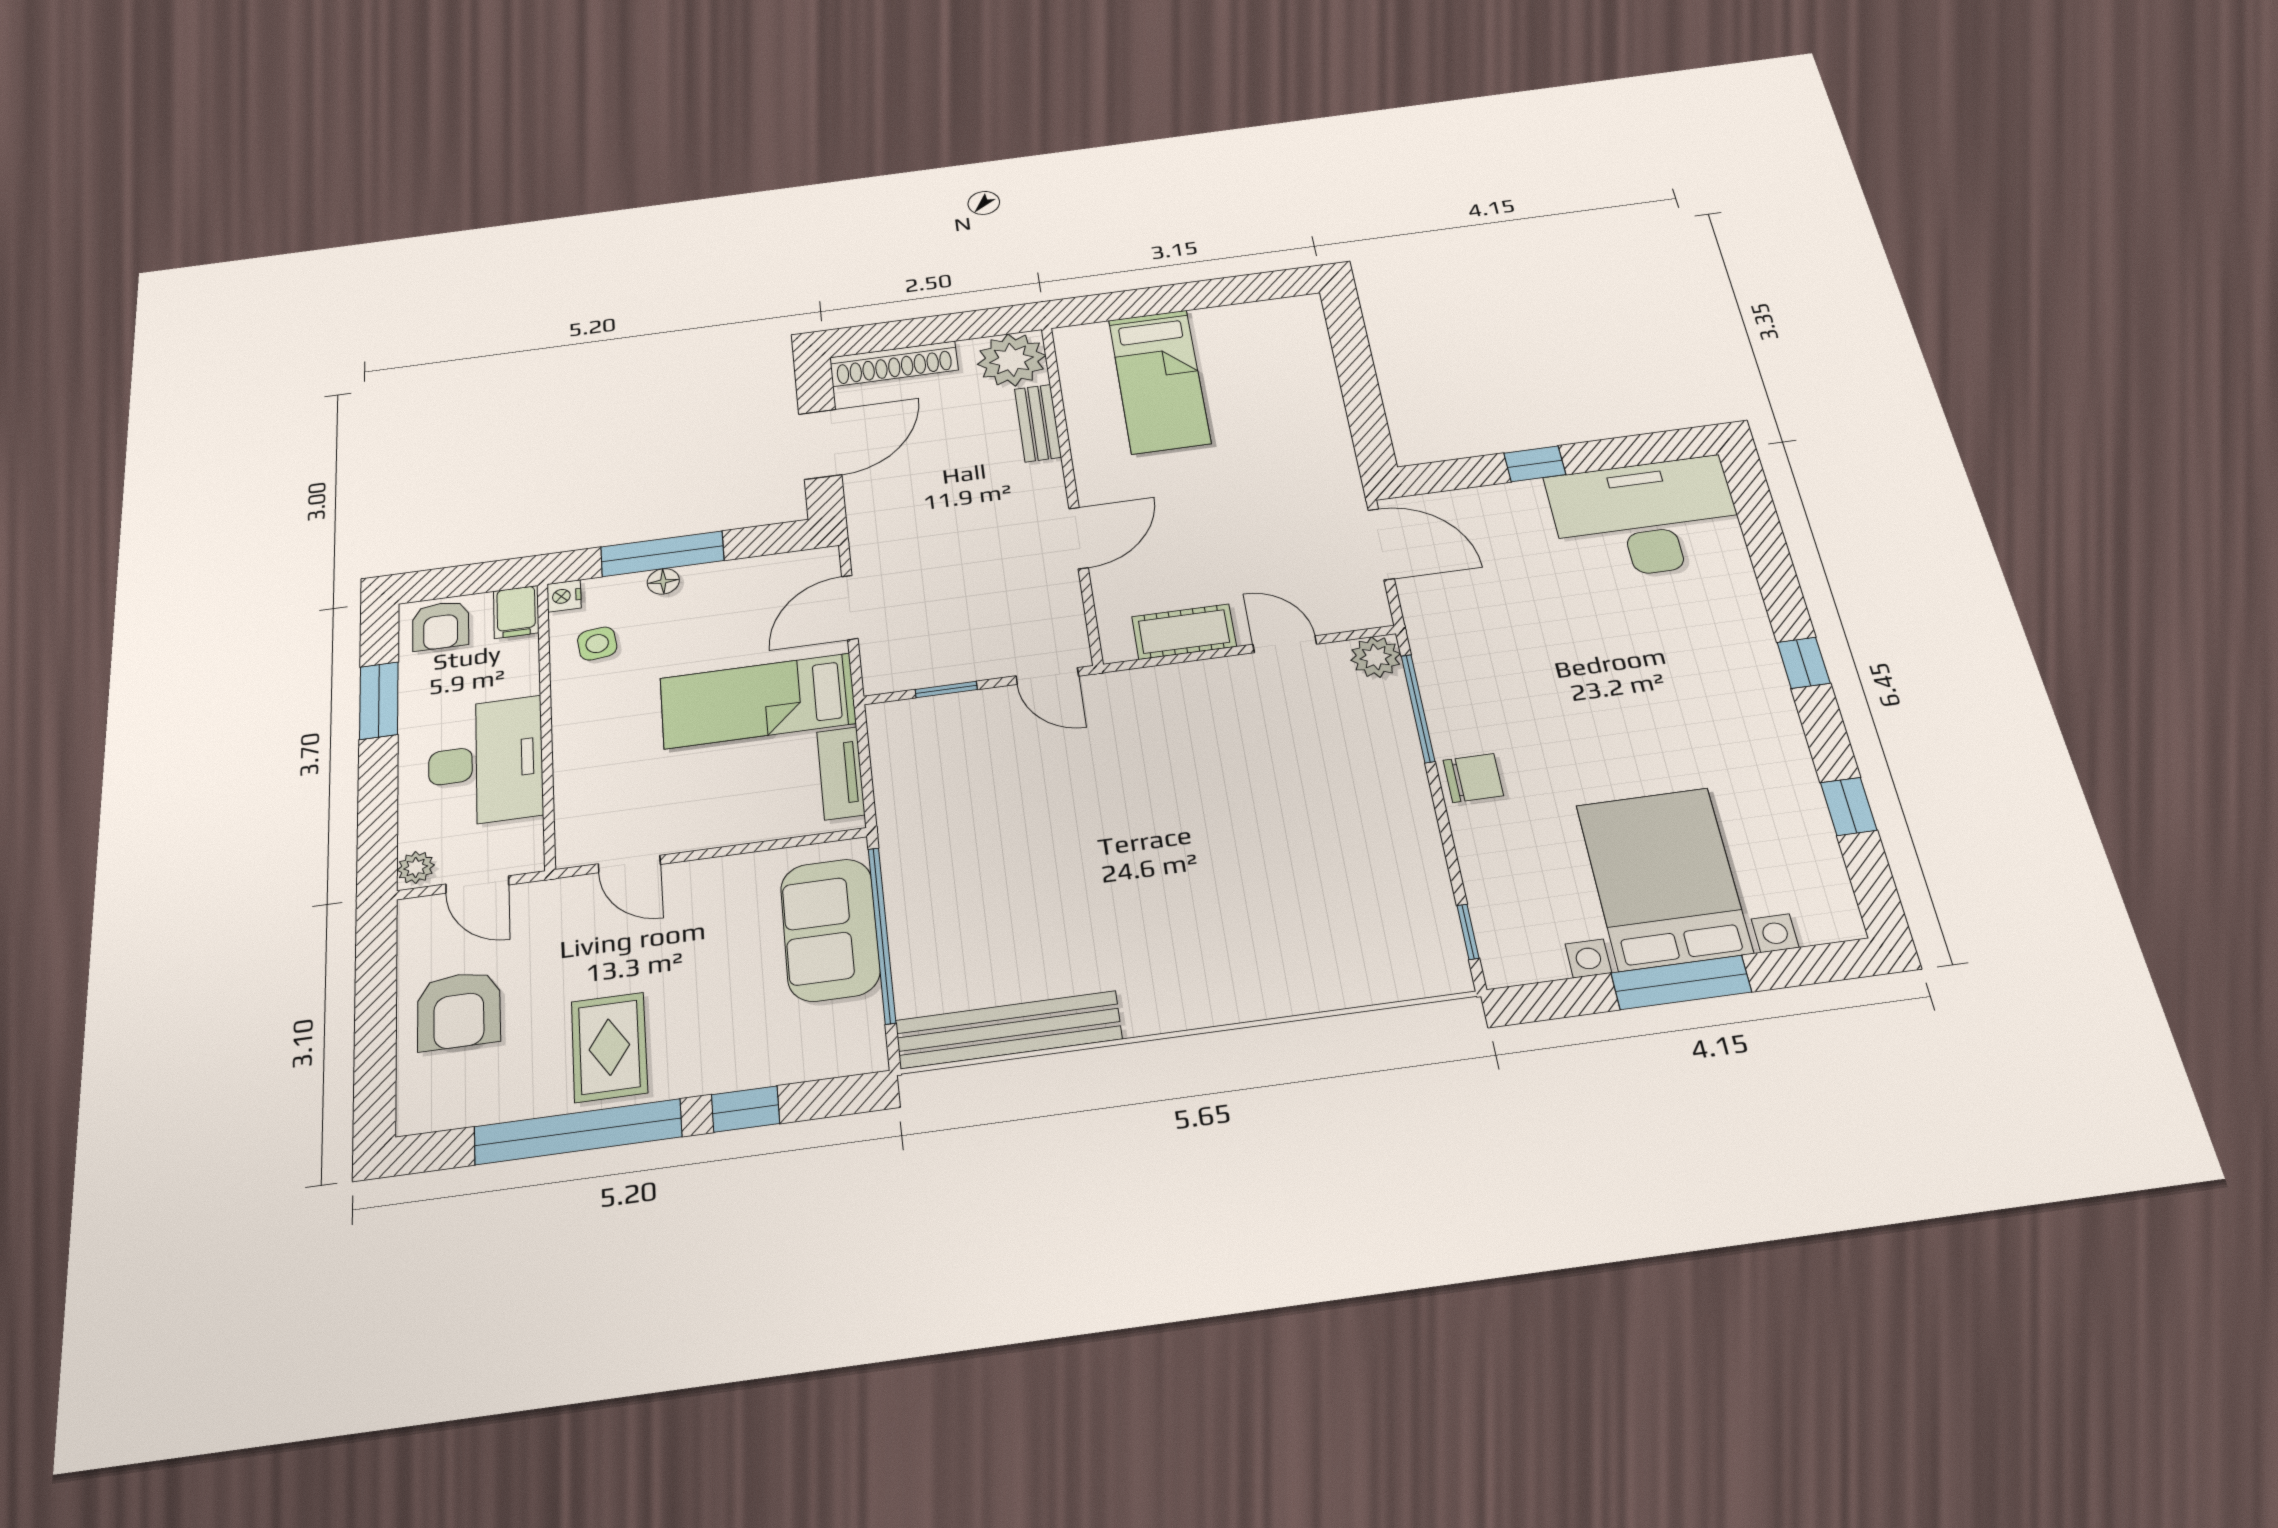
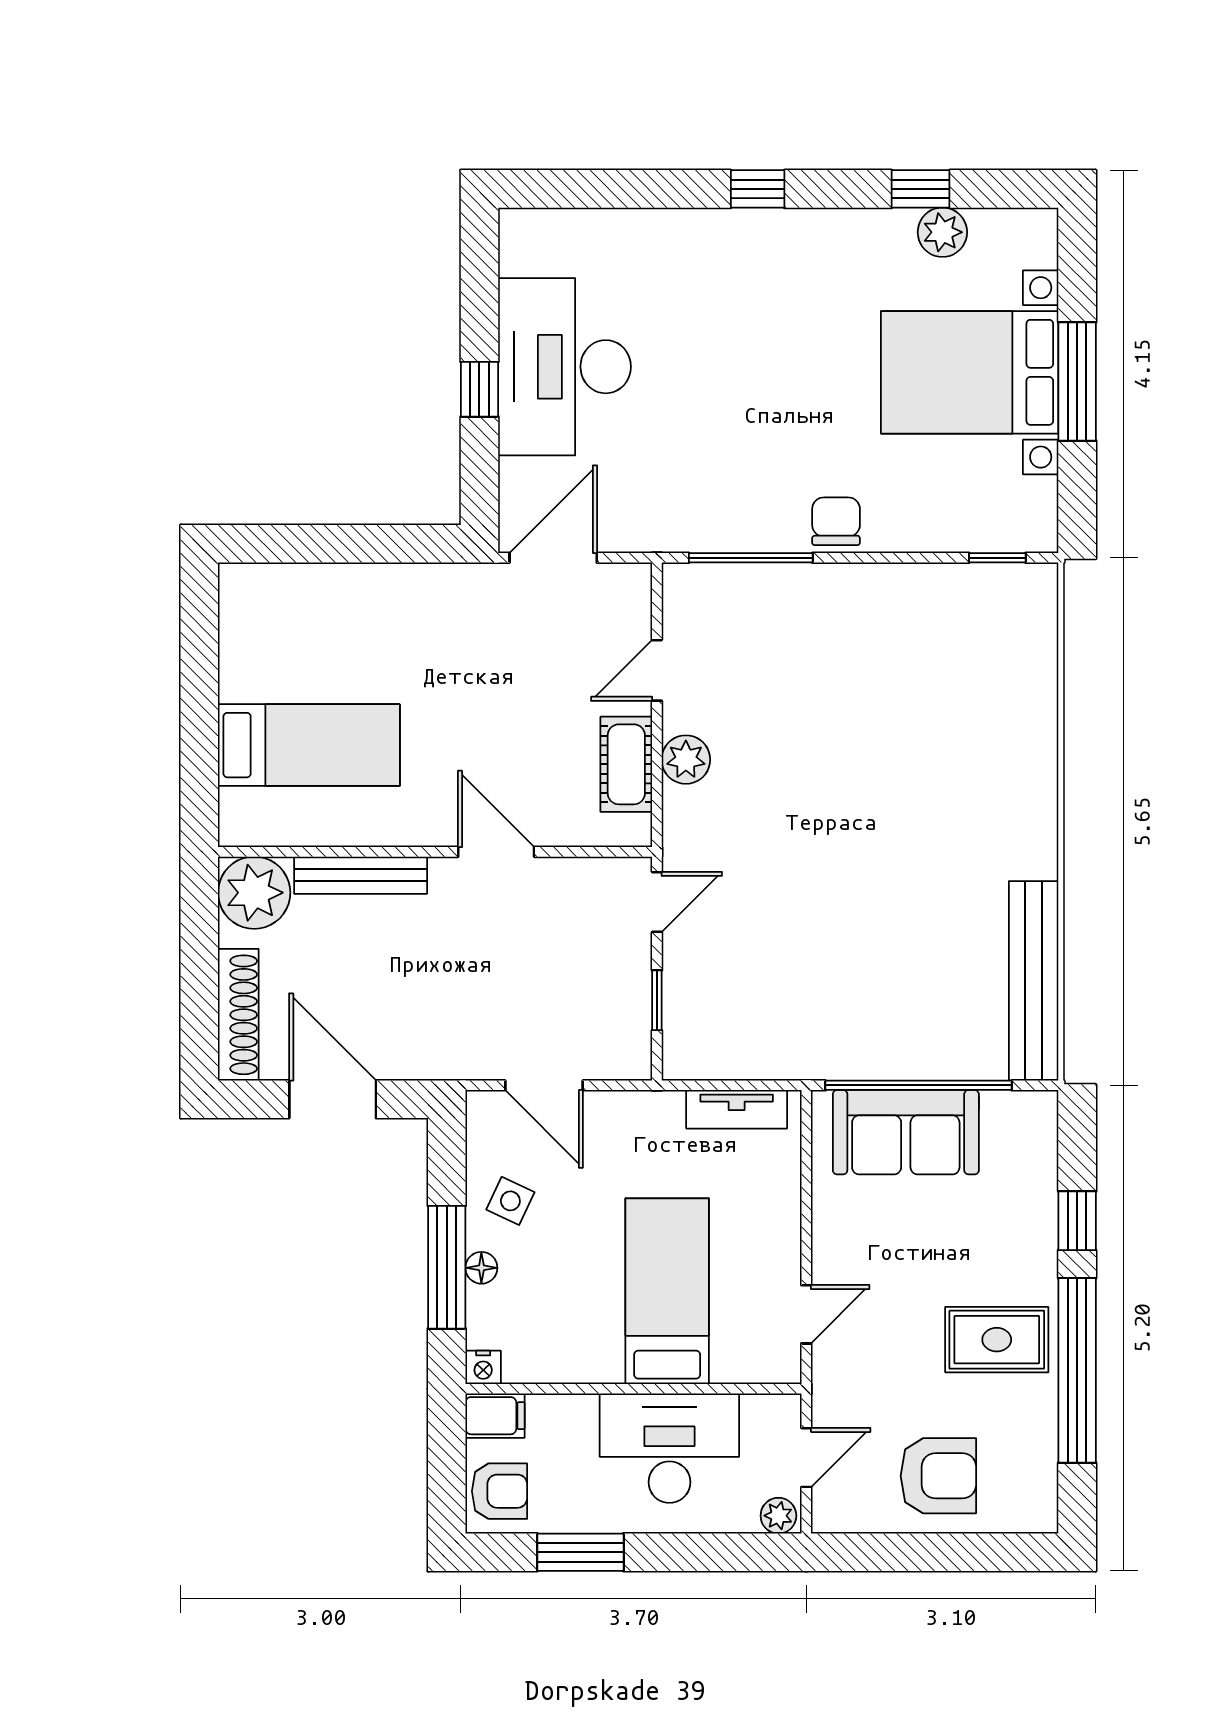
bench: (1038, 423) -> (361, 875), width x1.36
desk: (1646, 518) -> (565, 367), moved
side table: (597, 644) -> (510, 1201), moved, turned 32
plant: (1376, 657) -> (686, 760), moved
bed: (758, 701) -> (667, 1291), moved, turned 180
plant: (1808, 833) -> (942, 232), added

